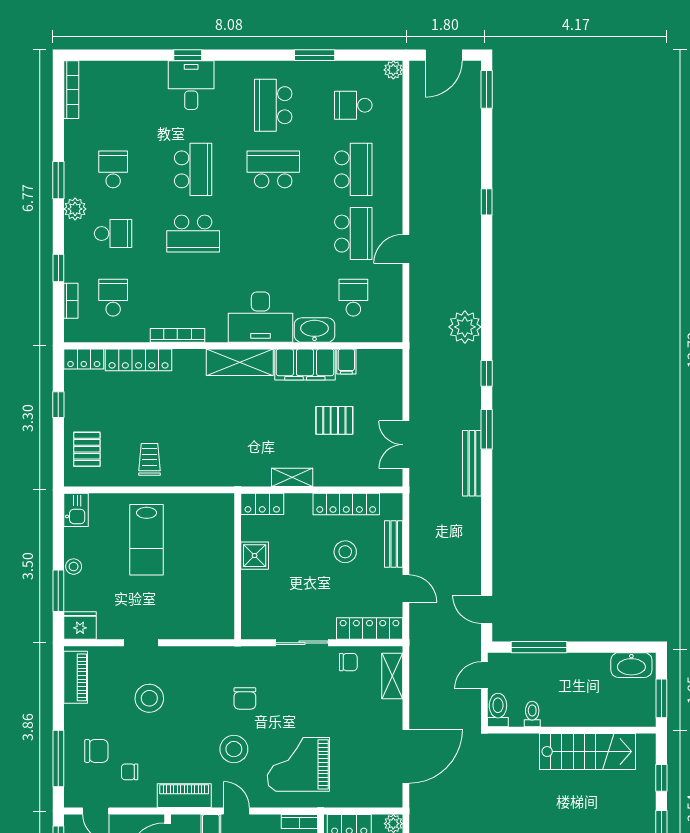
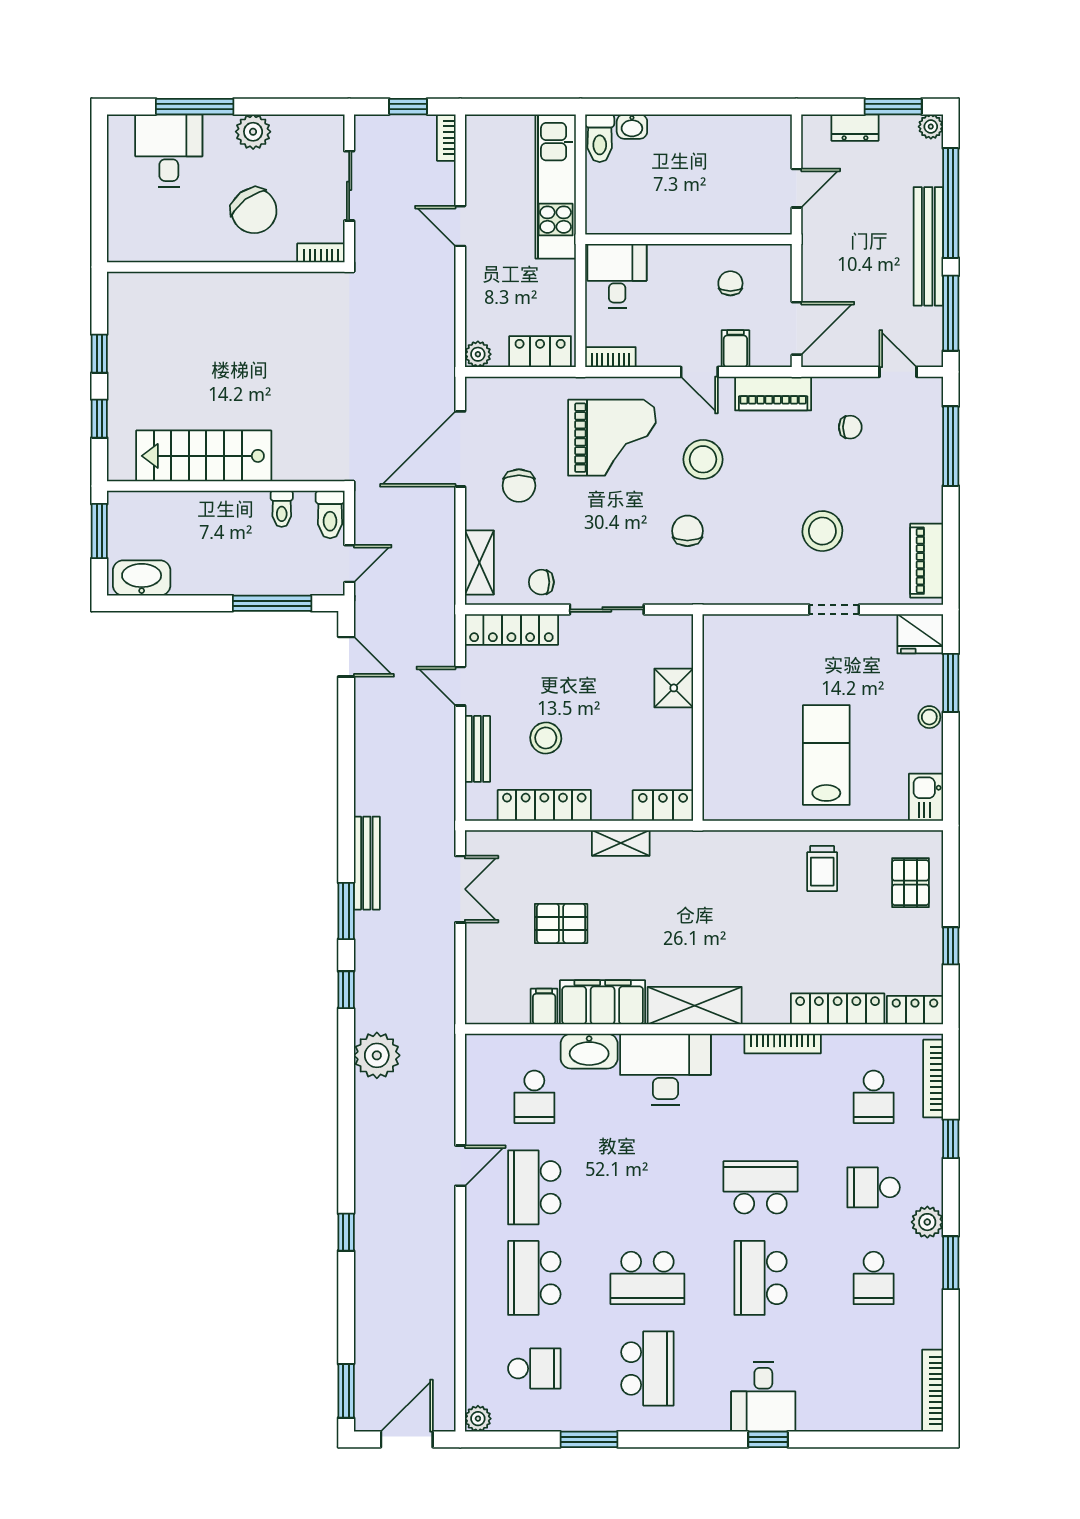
bookcase: (71, 301) -> (933, 1079), width x1.56
shower: (255, 556) -> (674, 688), moved
chair: (96, 751) -> (519, 486), moved, turned -90

